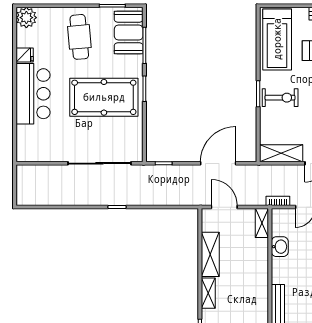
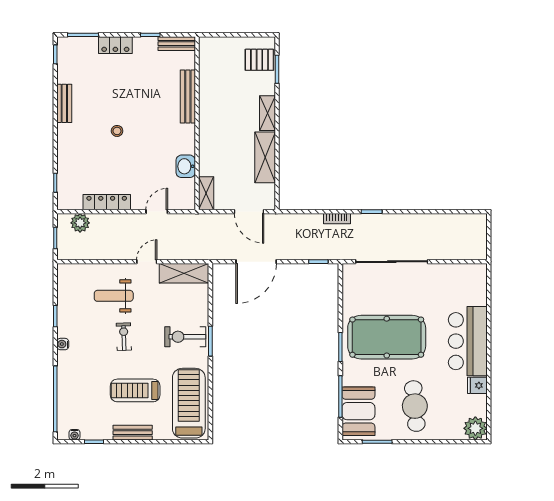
bookcase: (278, 201) -> (337, 219), moved

